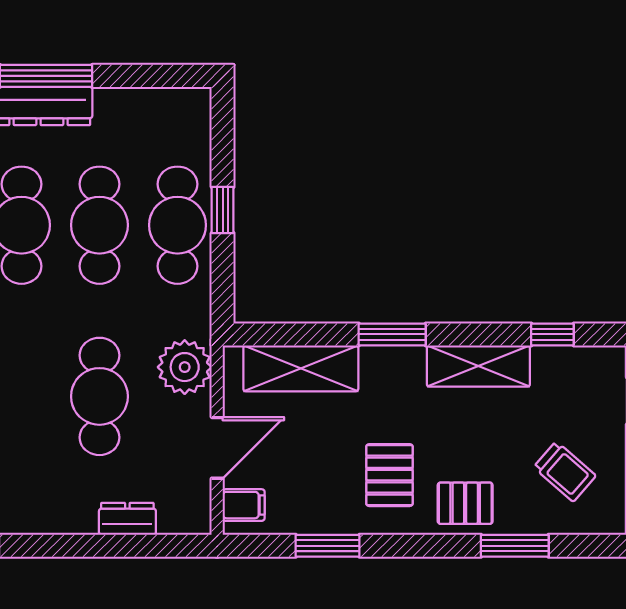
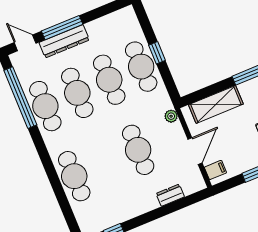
plant: (185, 367) -> (171, 116), width x0.53, depth x0.53

